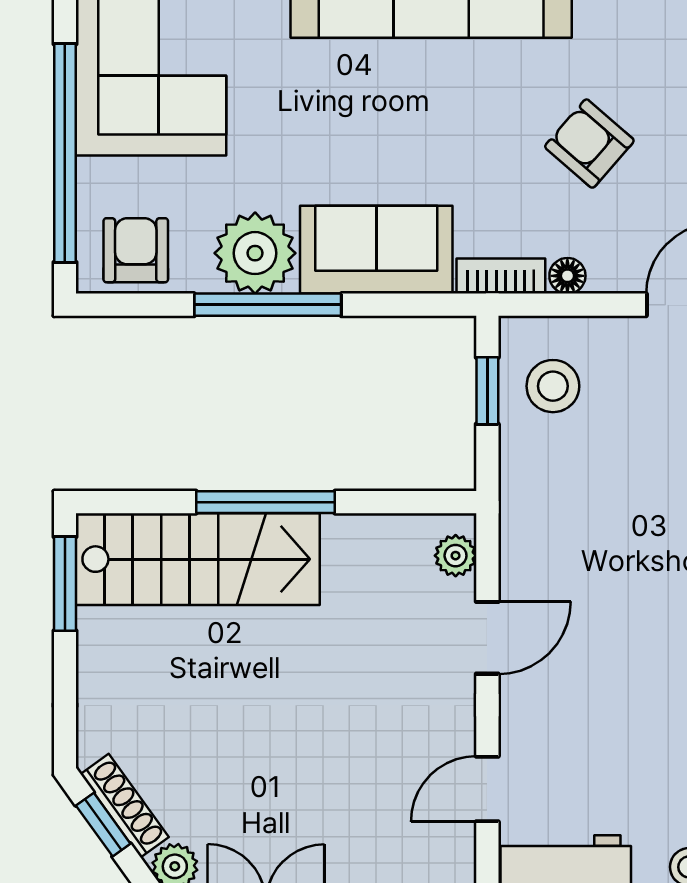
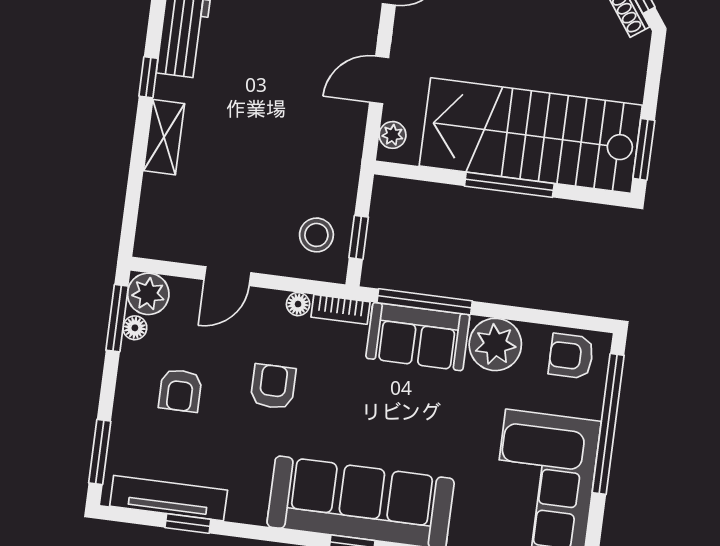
armchair: (589, 144) -> (273, 387), turned -131
armchair: (136, 250) -> (571, 356), turned 90
window: (268, 305) -> (425, 302), moved
stairs: (198, 559) -> (531, 136), width x1.36, depth x1.51

